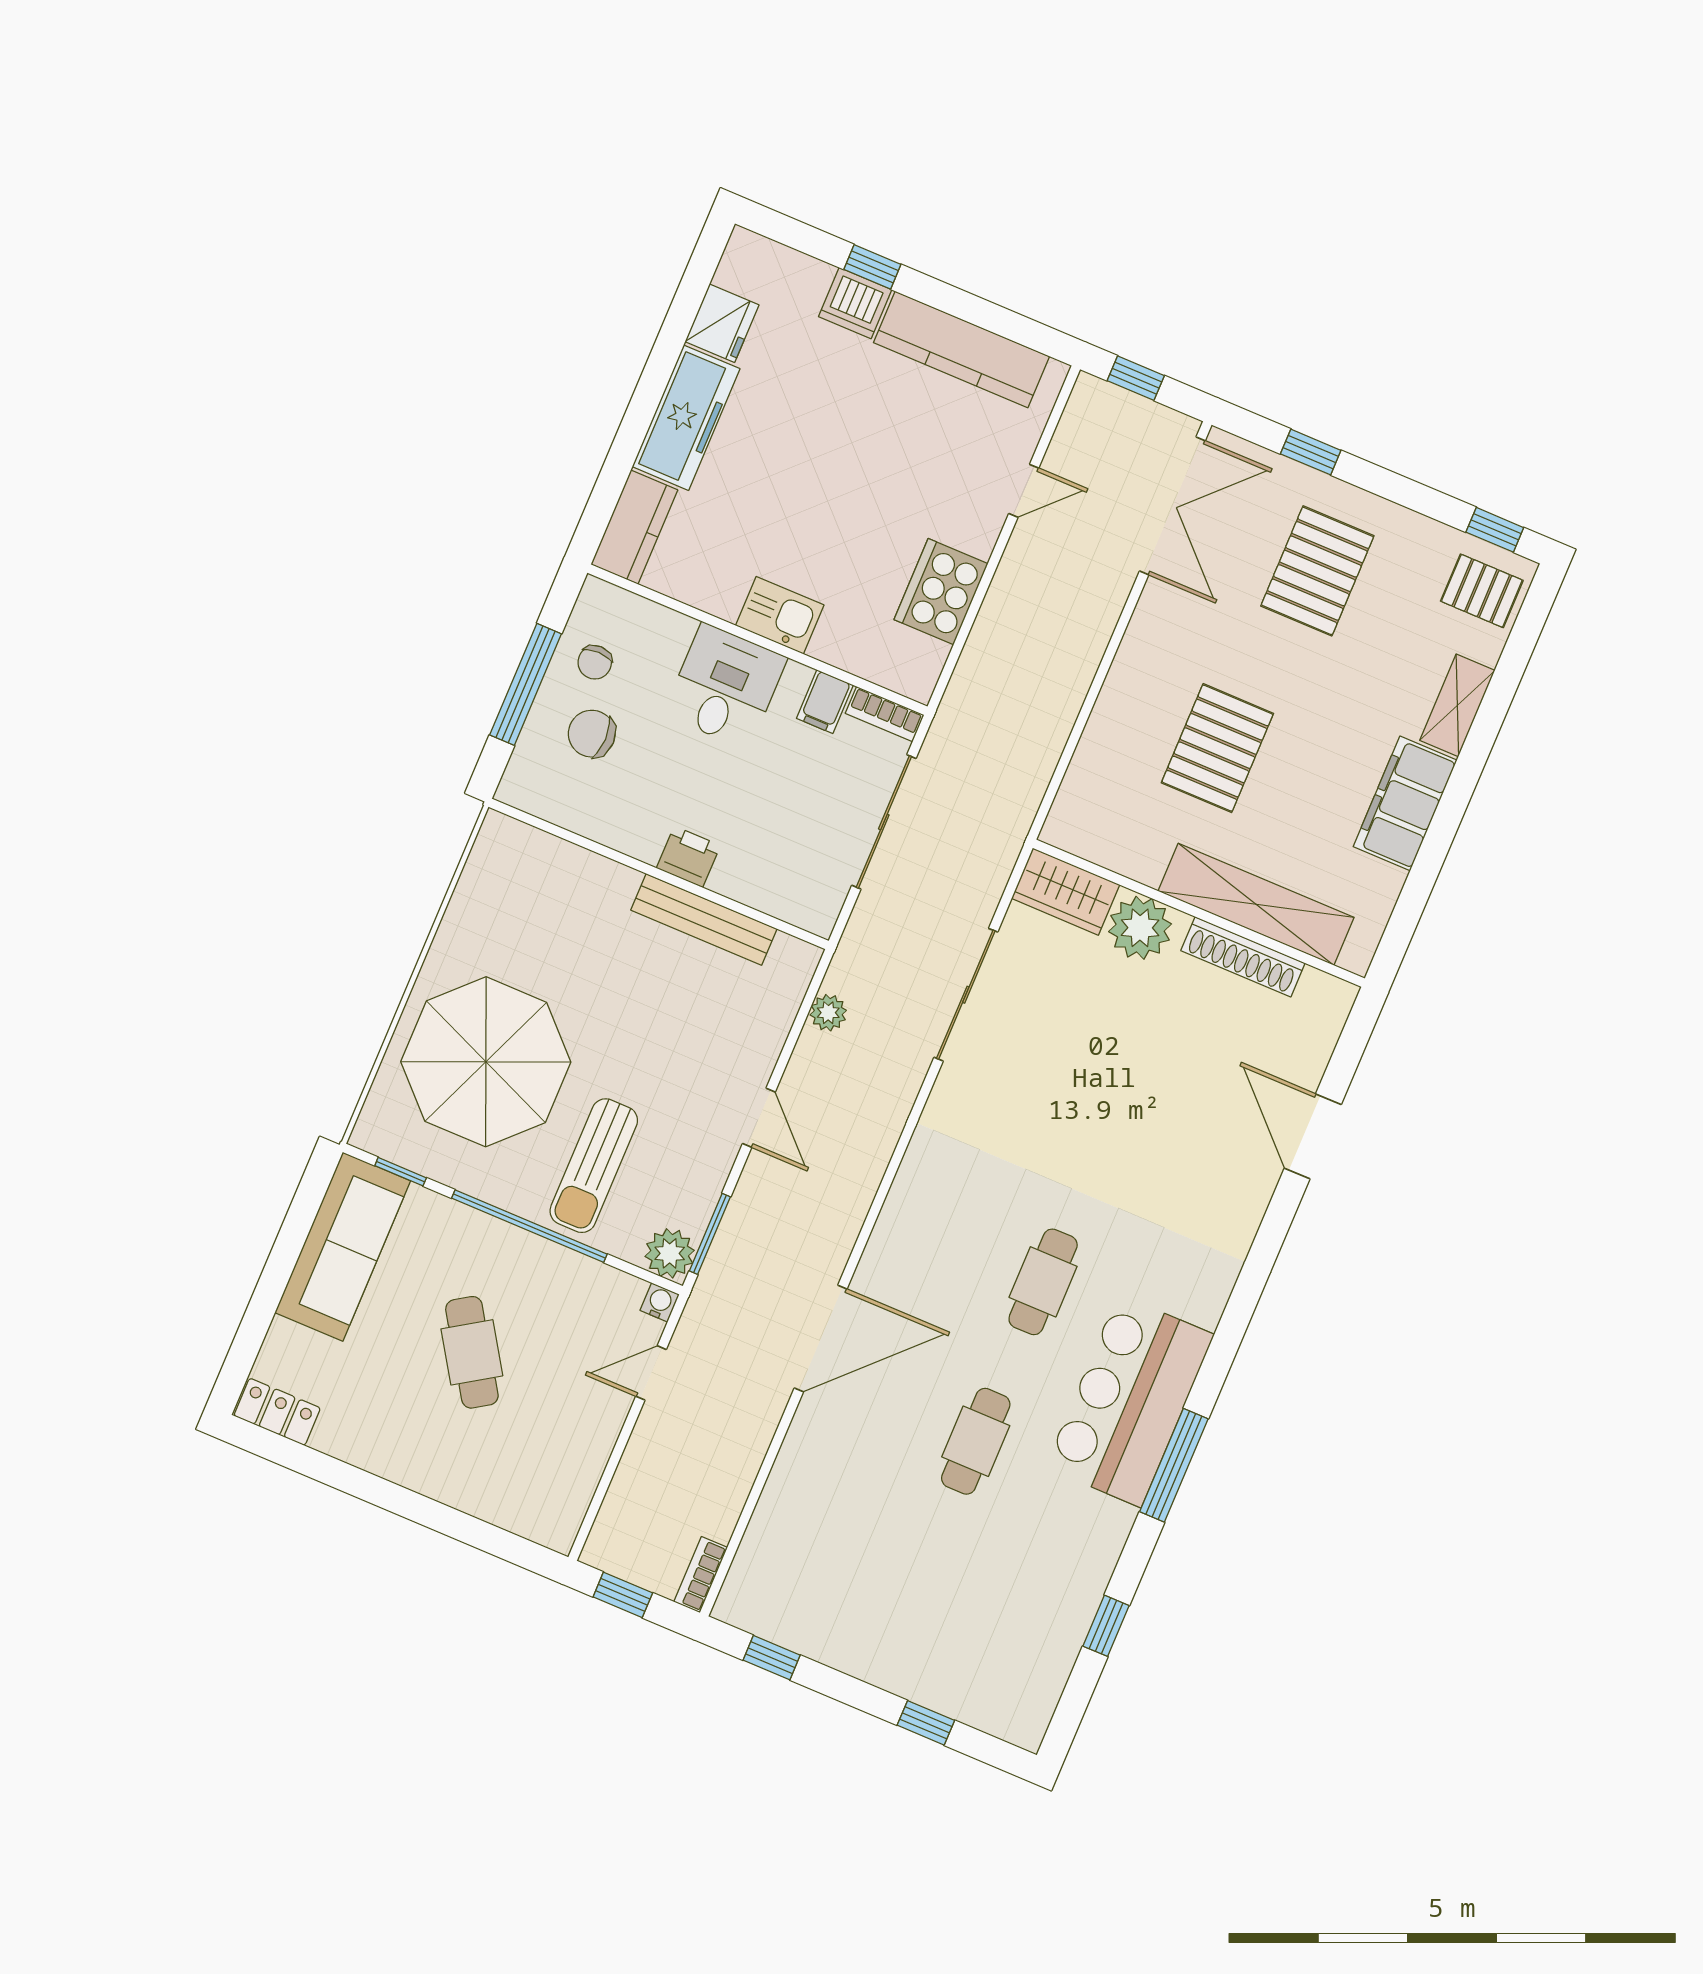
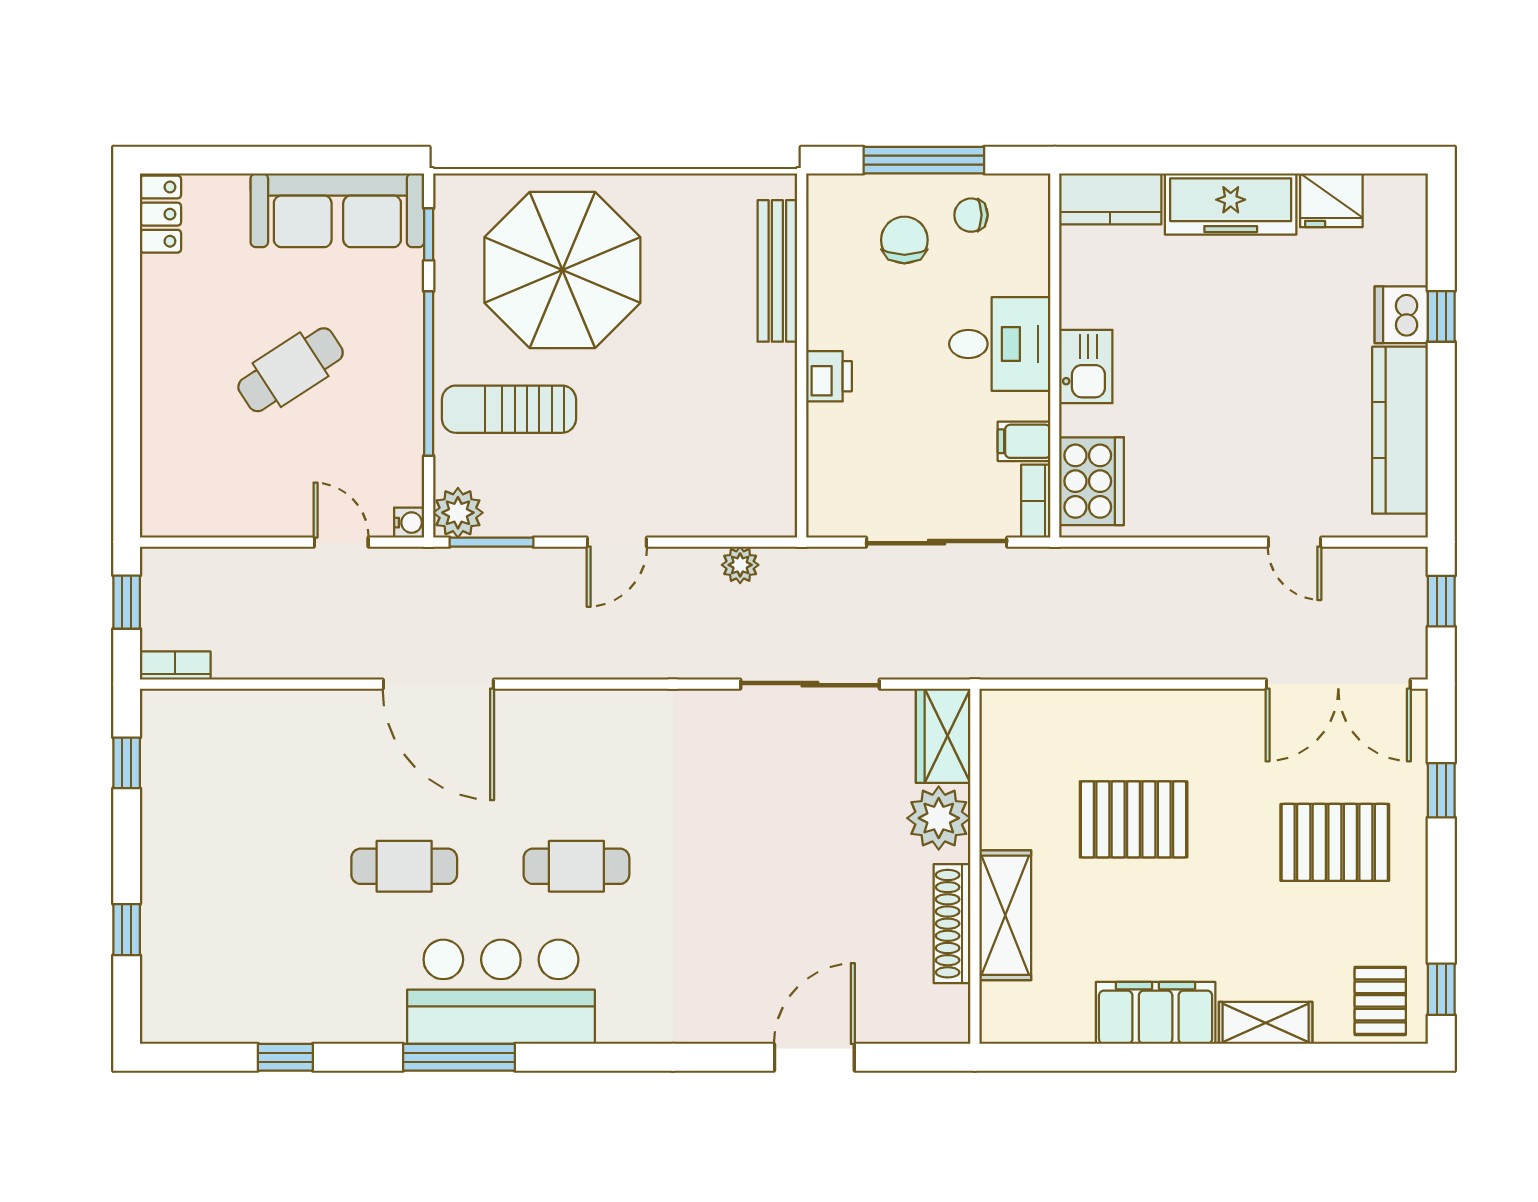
cooker: (941, 592) -> (1092, 481), moved, turned 90
shelving: (1256, 904) -> (1005, 915), width x0.68
bench: (704, 919) -> (777, 271), moved

